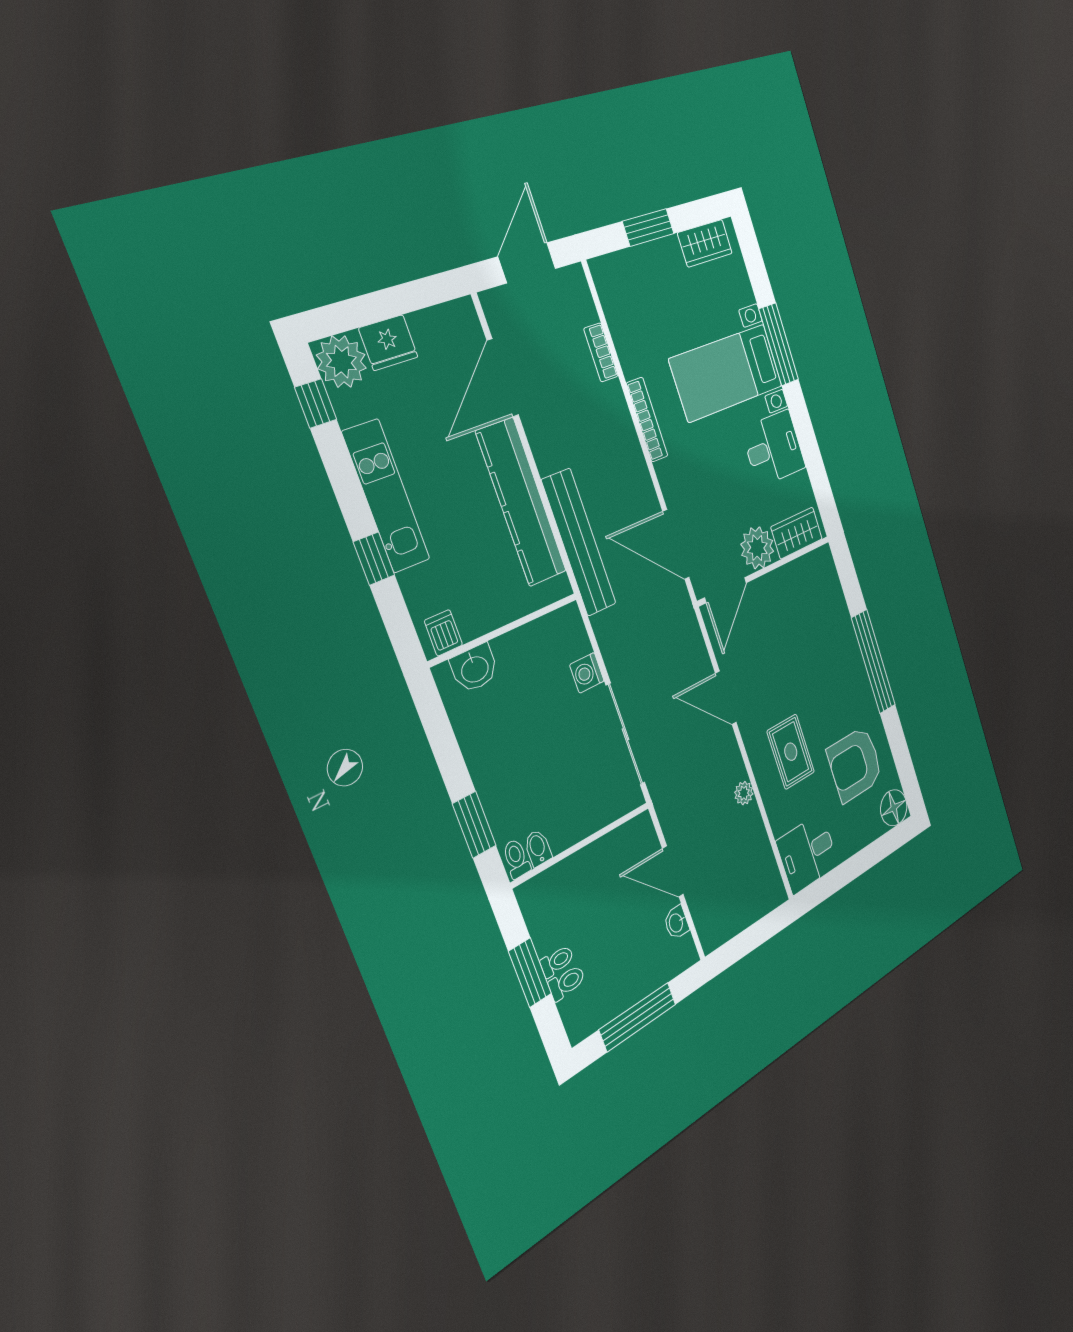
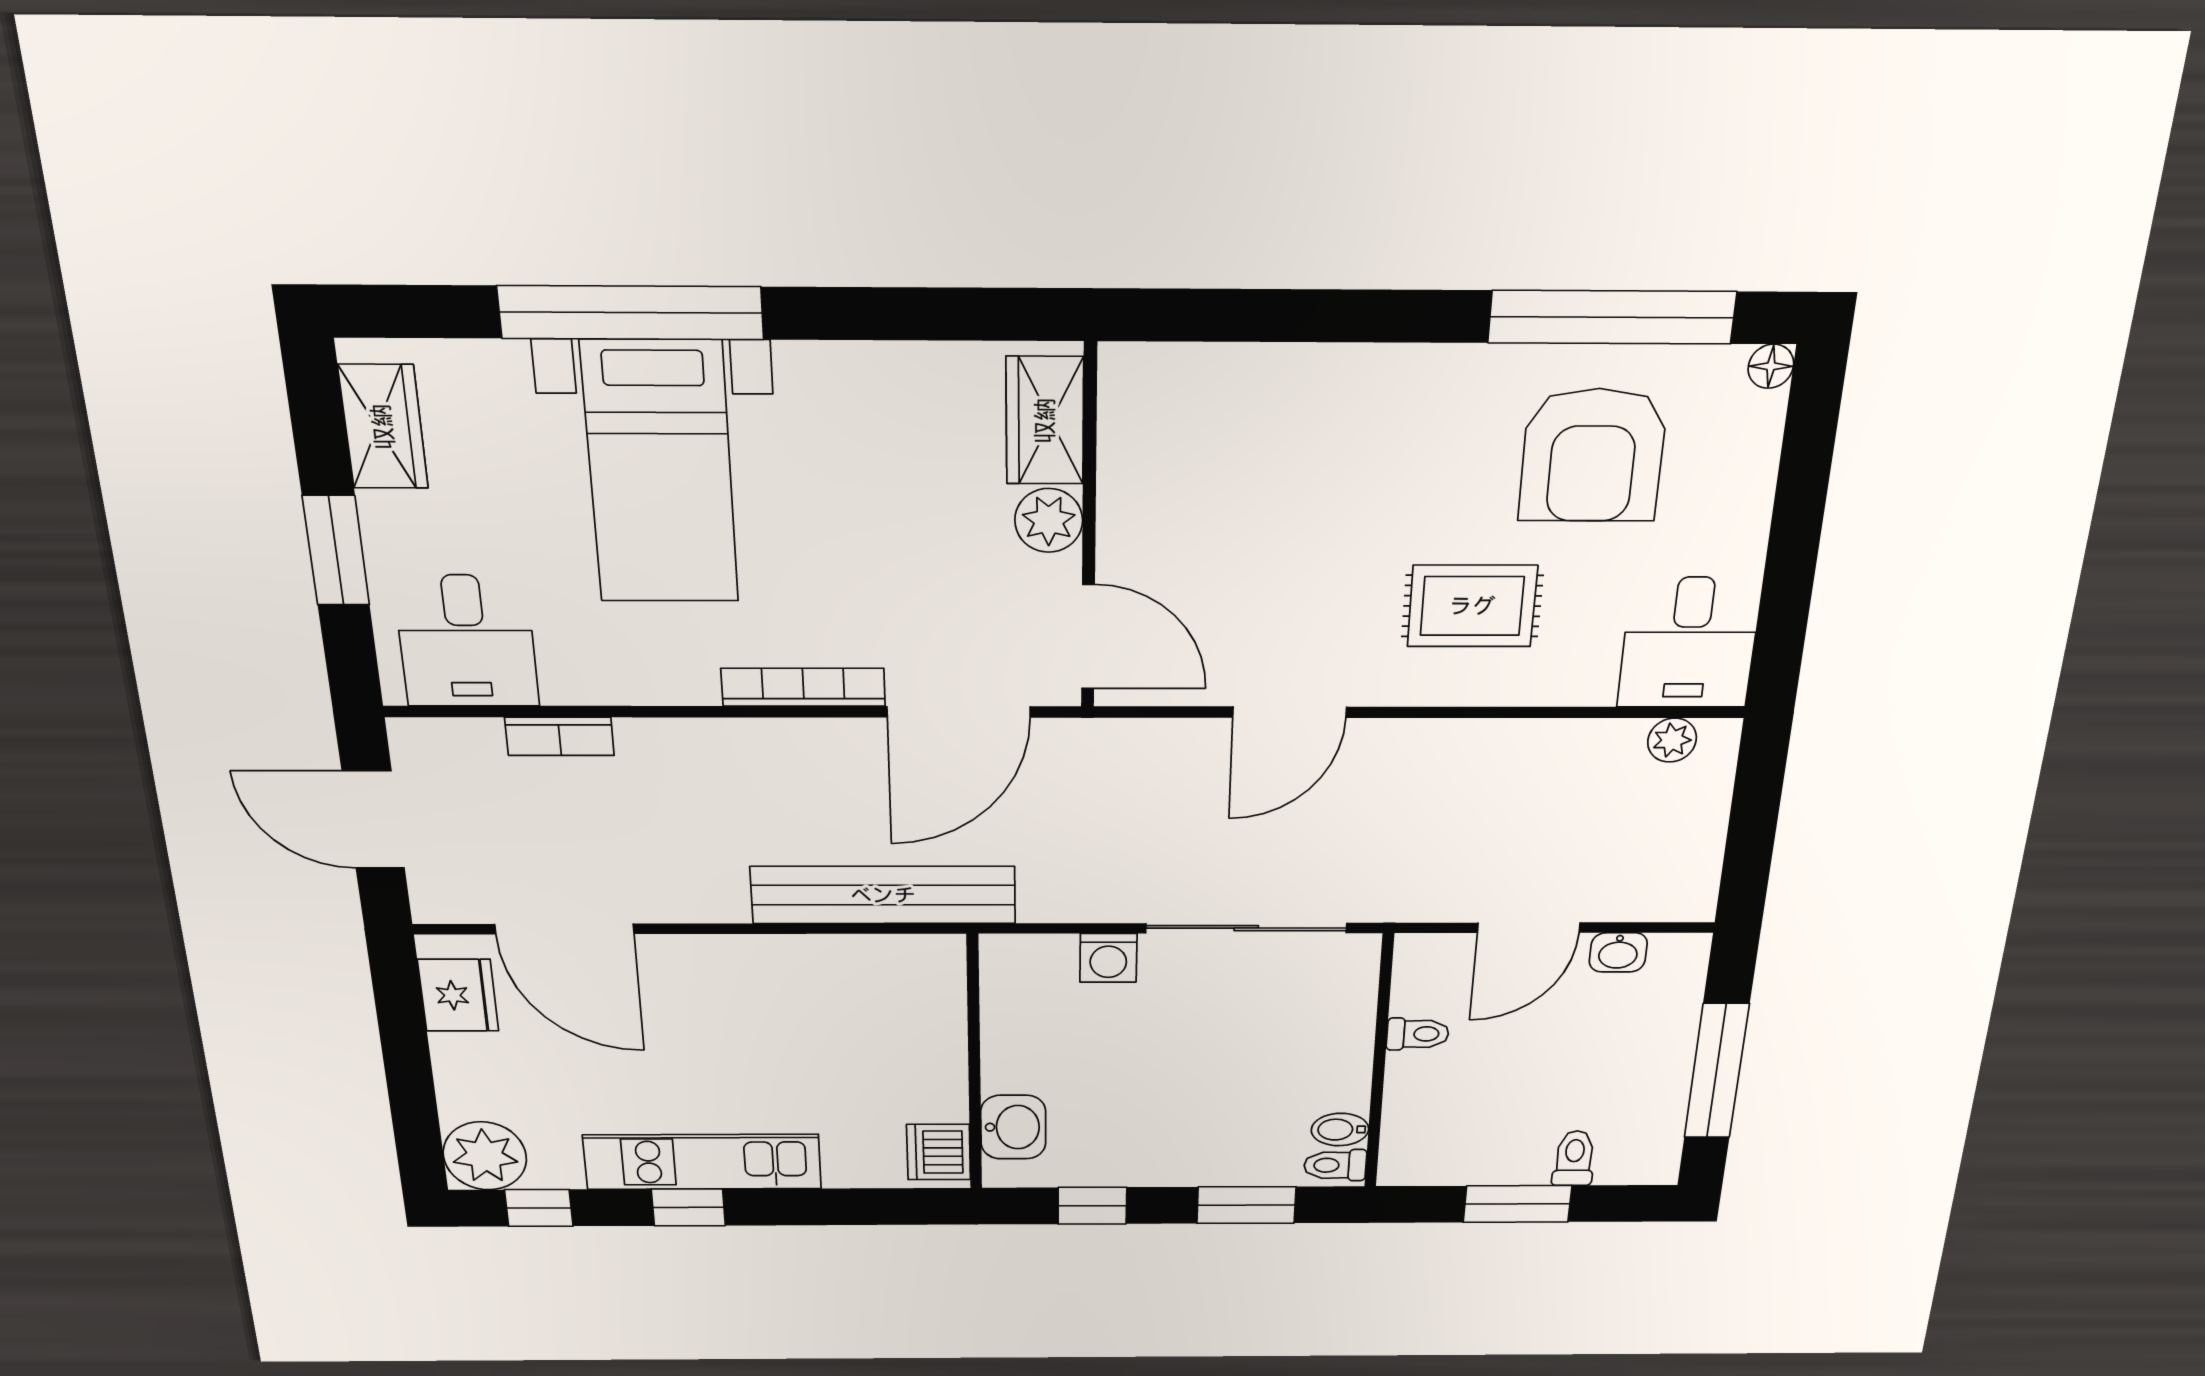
fridge: (388, 343) -> (458, 995), moved
window: (779, 344) -> (631, 313), width x1.46
bookcase: (647, 420) -> (803, 687), moved
desk: (774, 448) -> (467, 641), moved, turned 180
kitchen counter: (521, 502) -> (780, 968), removed
plant: (757, 548) -> (1049, 520), width x0.73, depth x0.73
window: (374, 559) -> (688, 1207), moved
dishwasher: (443, 633) -> (939, 1152), width x1.38
window: (873, 662) -> (1612, 317), moved
window: (441, 738) -> (1092, 1206), added
plant: (744, 793) -> (1672, 740), moved
floor lamp: (894, 808) -> (1771, 366), width x0.53, depth x0.53
toilet: (557, 961) -> (1418, 1034), moved, turned 90

